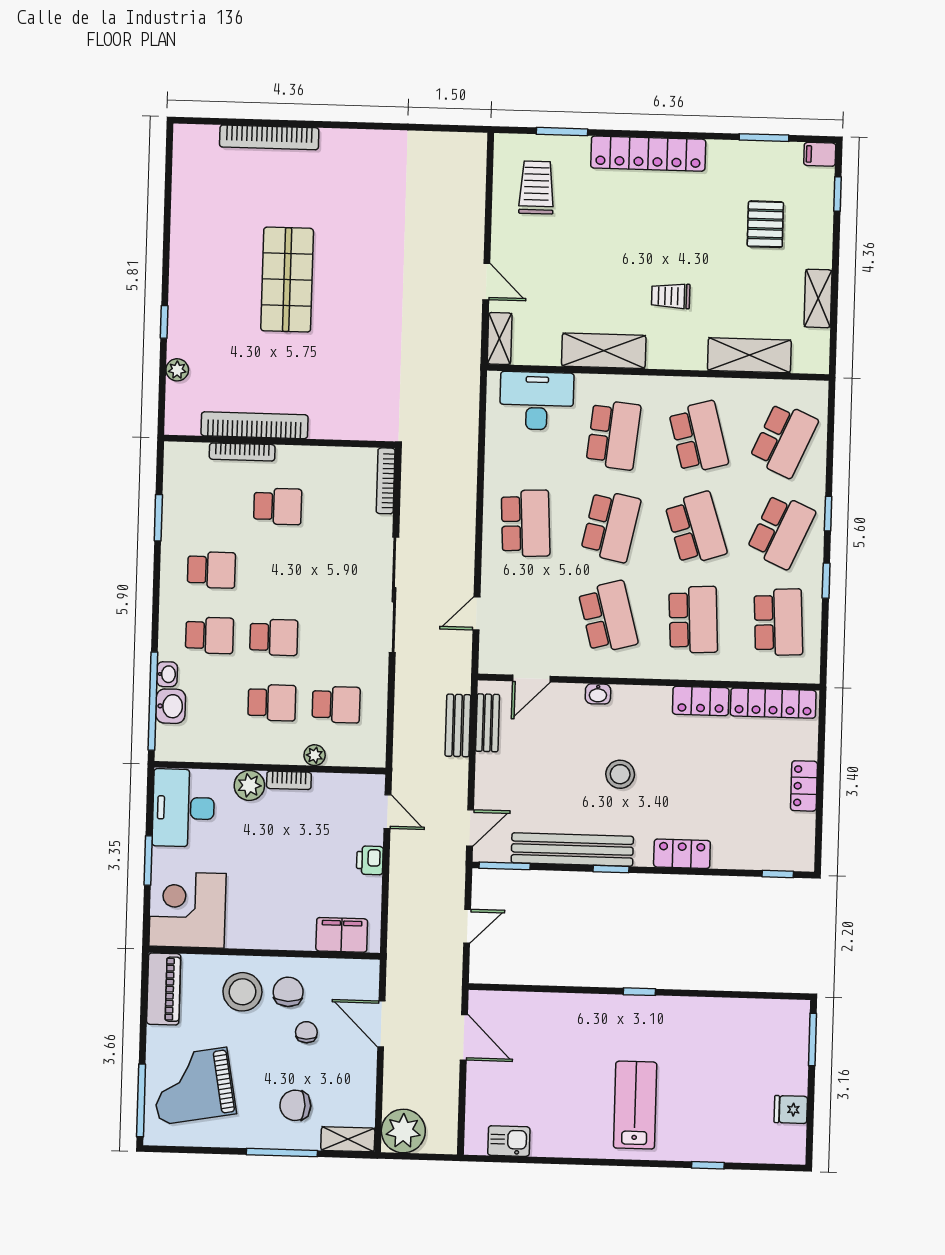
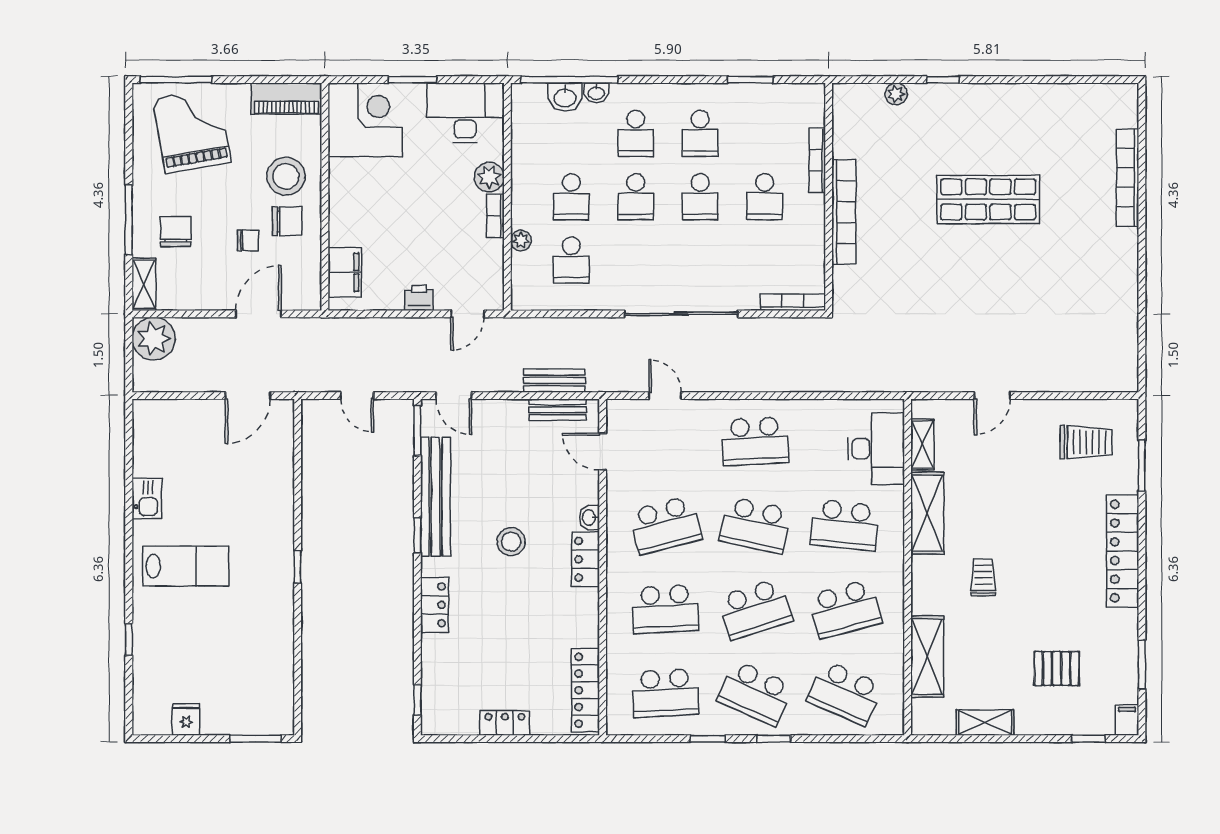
shelving: (500, 338) -> (922, 444), moved, turned 90
bookcase: (254, 425) -> (844, 212), moved
school desk: (276, 572) -> (700, 197), added
locker: (701, 701) -> (586, 559), moved
kitchen sink: (509, 1141) -> (147, 499), moved

